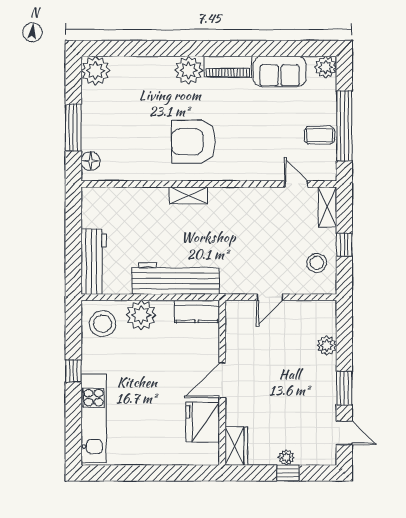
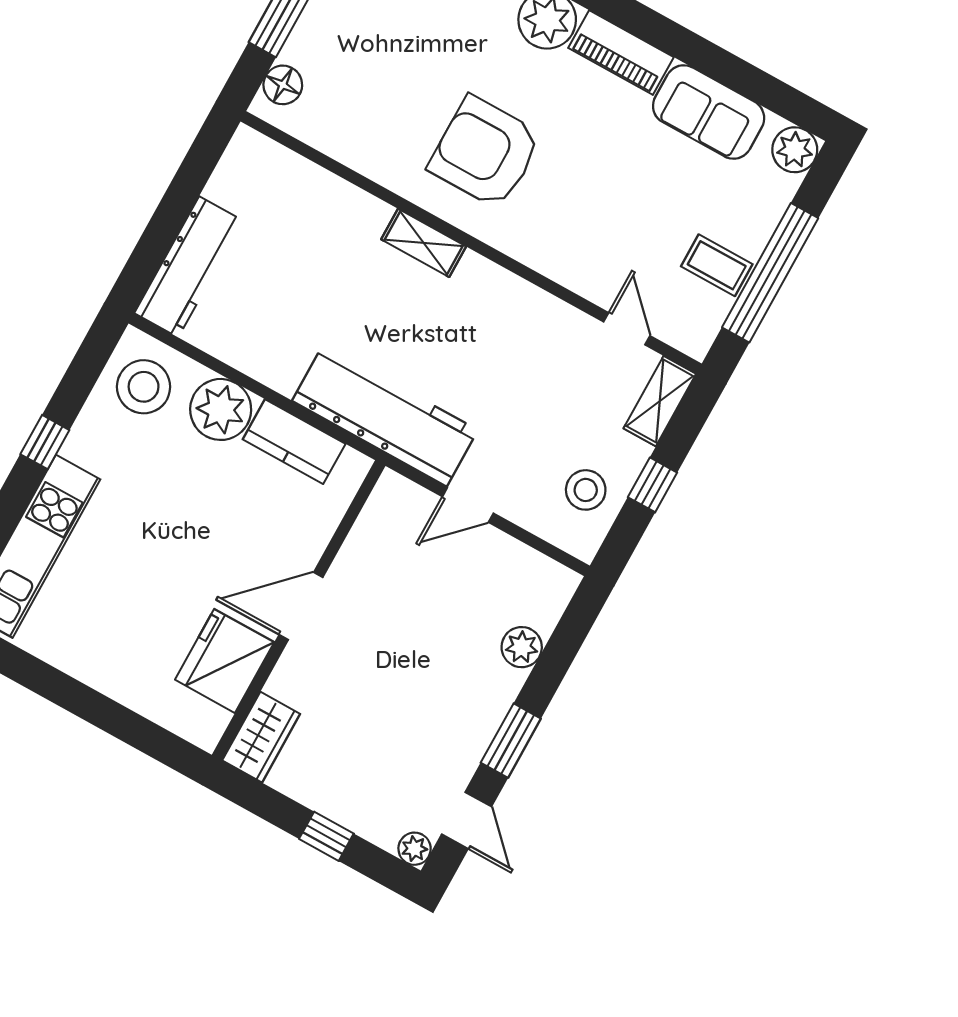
workbench: (175, 279) -> (385, 415), moved
kitchen counter: (197, 311) -> (294, 442), moved
plant: (286, 457) -> (415, 849), moved

